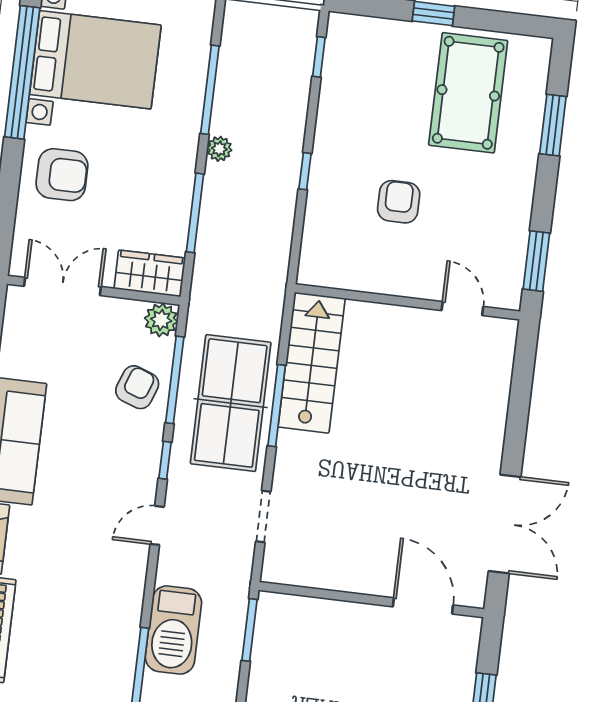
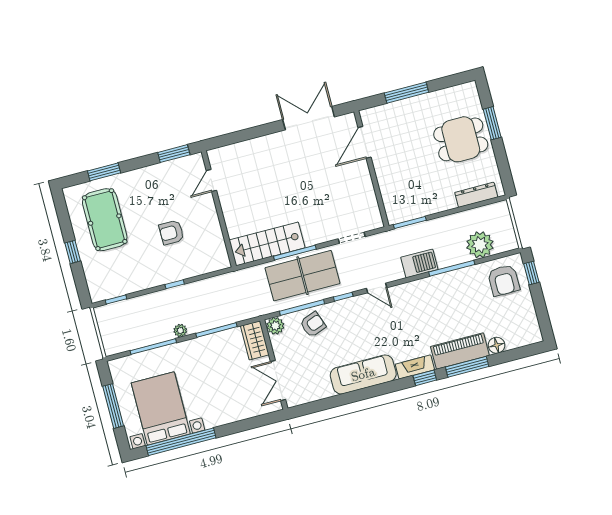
pool table: (468, 93) -> (105, 220), turned 90
armchair: (62, 175) -> (223, 402), removed
armchair: (137, 387) -> (313, 324), turned 140
barbecue: (173, 630) -> (419, 263), width x0.73, depth x0.83

